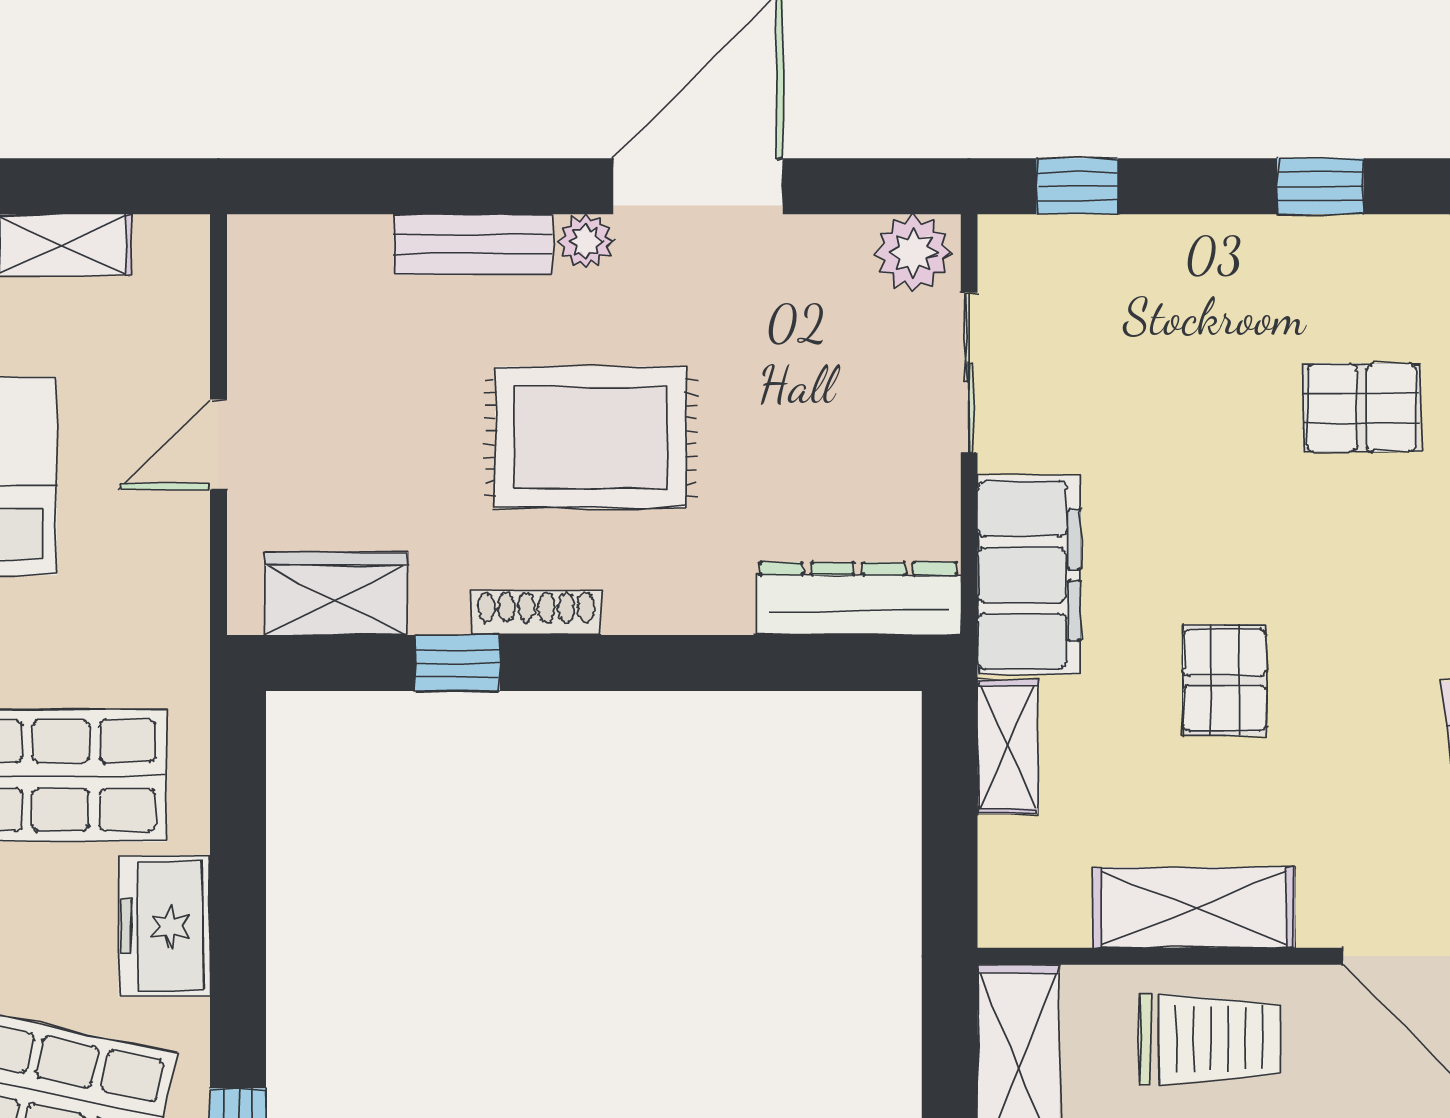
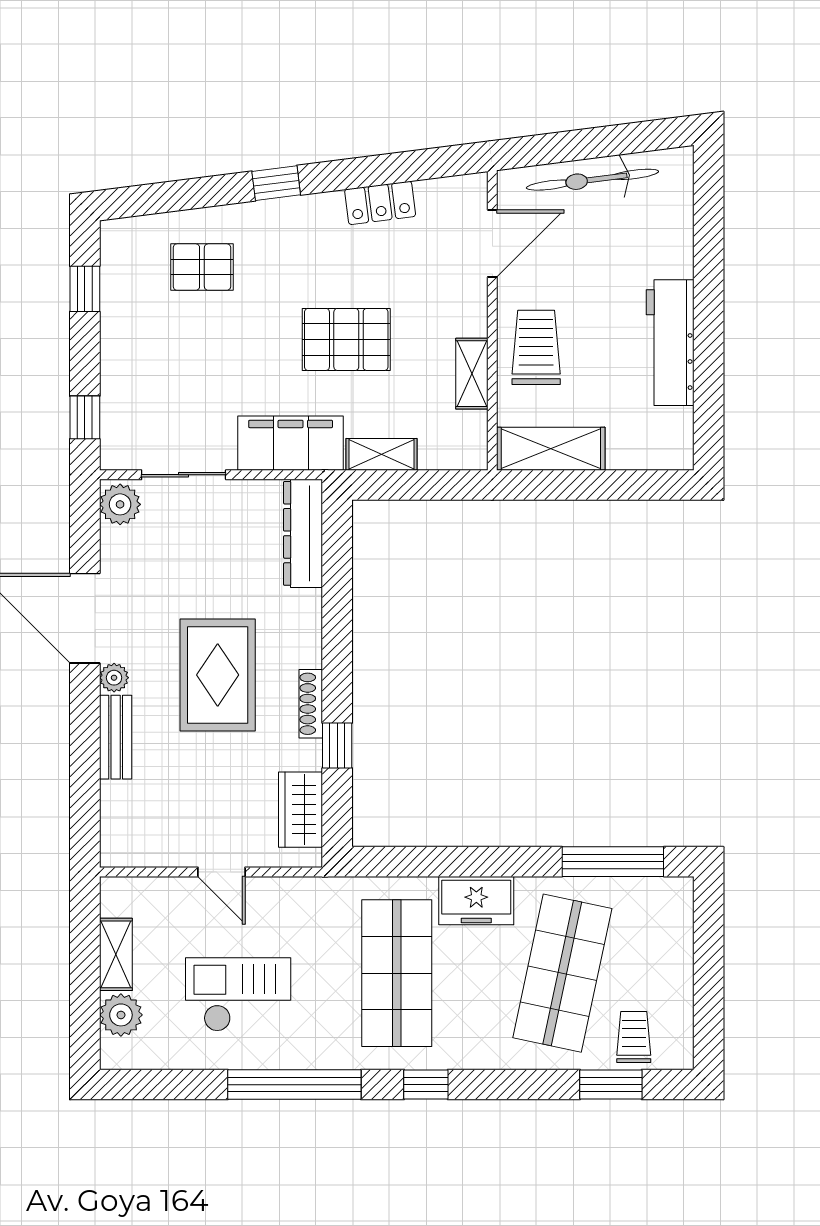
pallet: (1362, 408) -> (202, 267), turned 90
pallet: (1225, 680) -> (346, 339), width x1.50, depth x1.42
shelving: (1194, 908) -> (472, 374), width x0.67, depth x0.75

